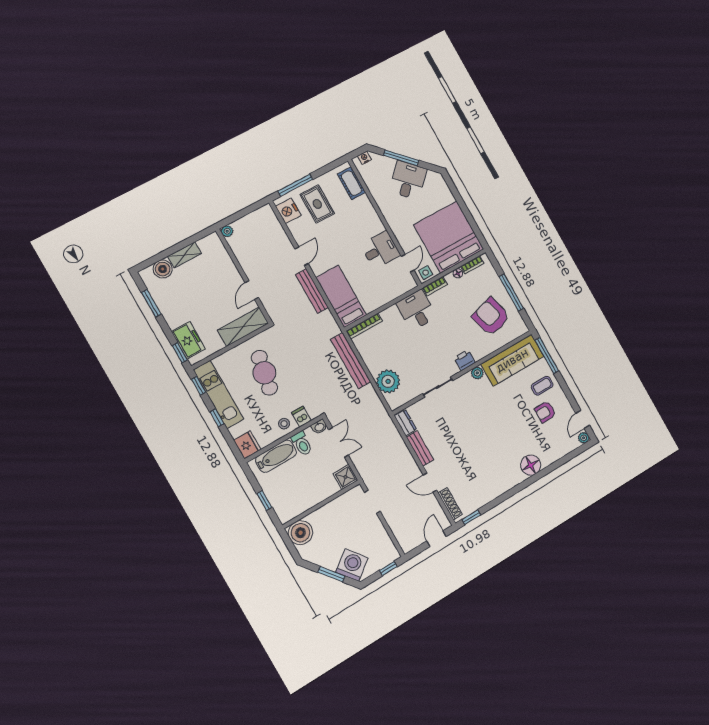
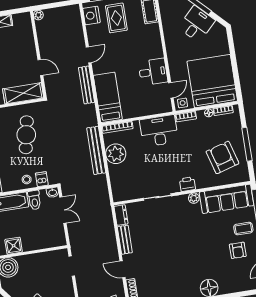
door: (252, 290) -> (40, 67), swing flipped
desk: (417, 310) -> (159, 131), width x1.37
plant: (388, 381) -> (116, 154), moved
armchair: (545, 412) -> (238, 250), turned -90
shower: (345, 477) -> (14, 246), moved

